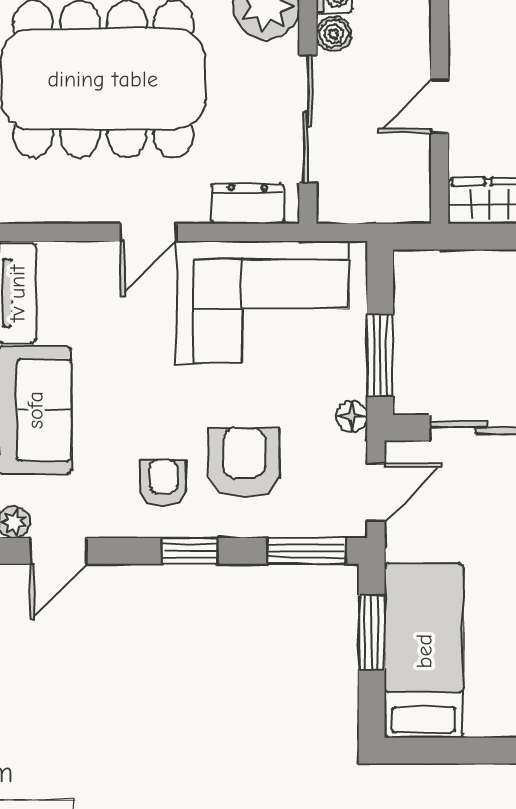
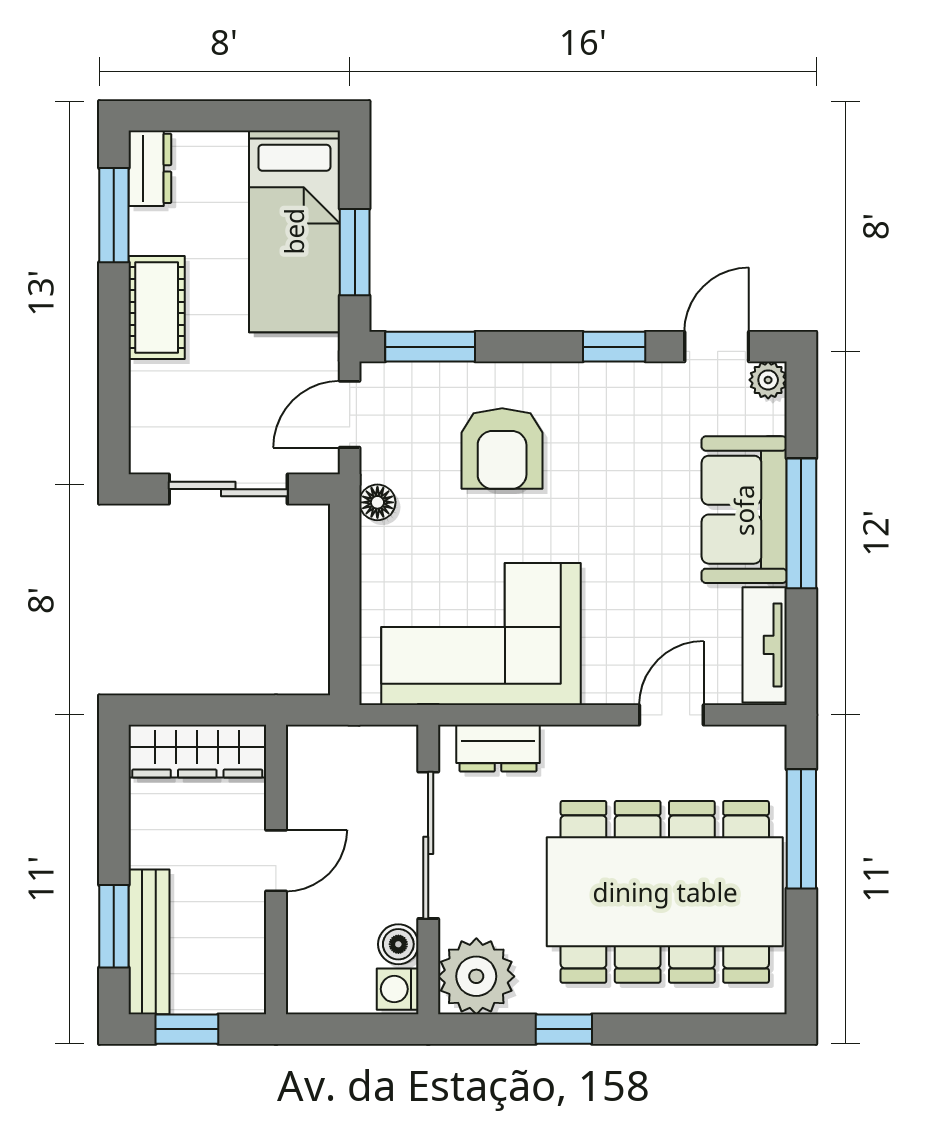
door: (148, 232) -> (671, 715), moved
window: (380, 355) -> (345, 573), removed
armchair: (163, 483) -> (595, 425), removed
window: (190, 551) -> (614, 347), moved

